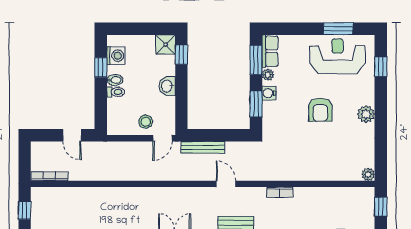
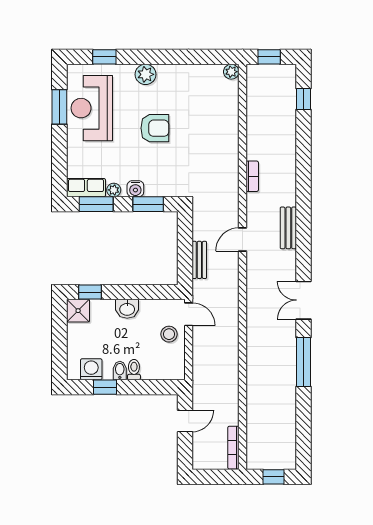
plant: (366, 114) -> (146, 74), moved
bench: (203, 147) -> (199, 260), width x0.73

